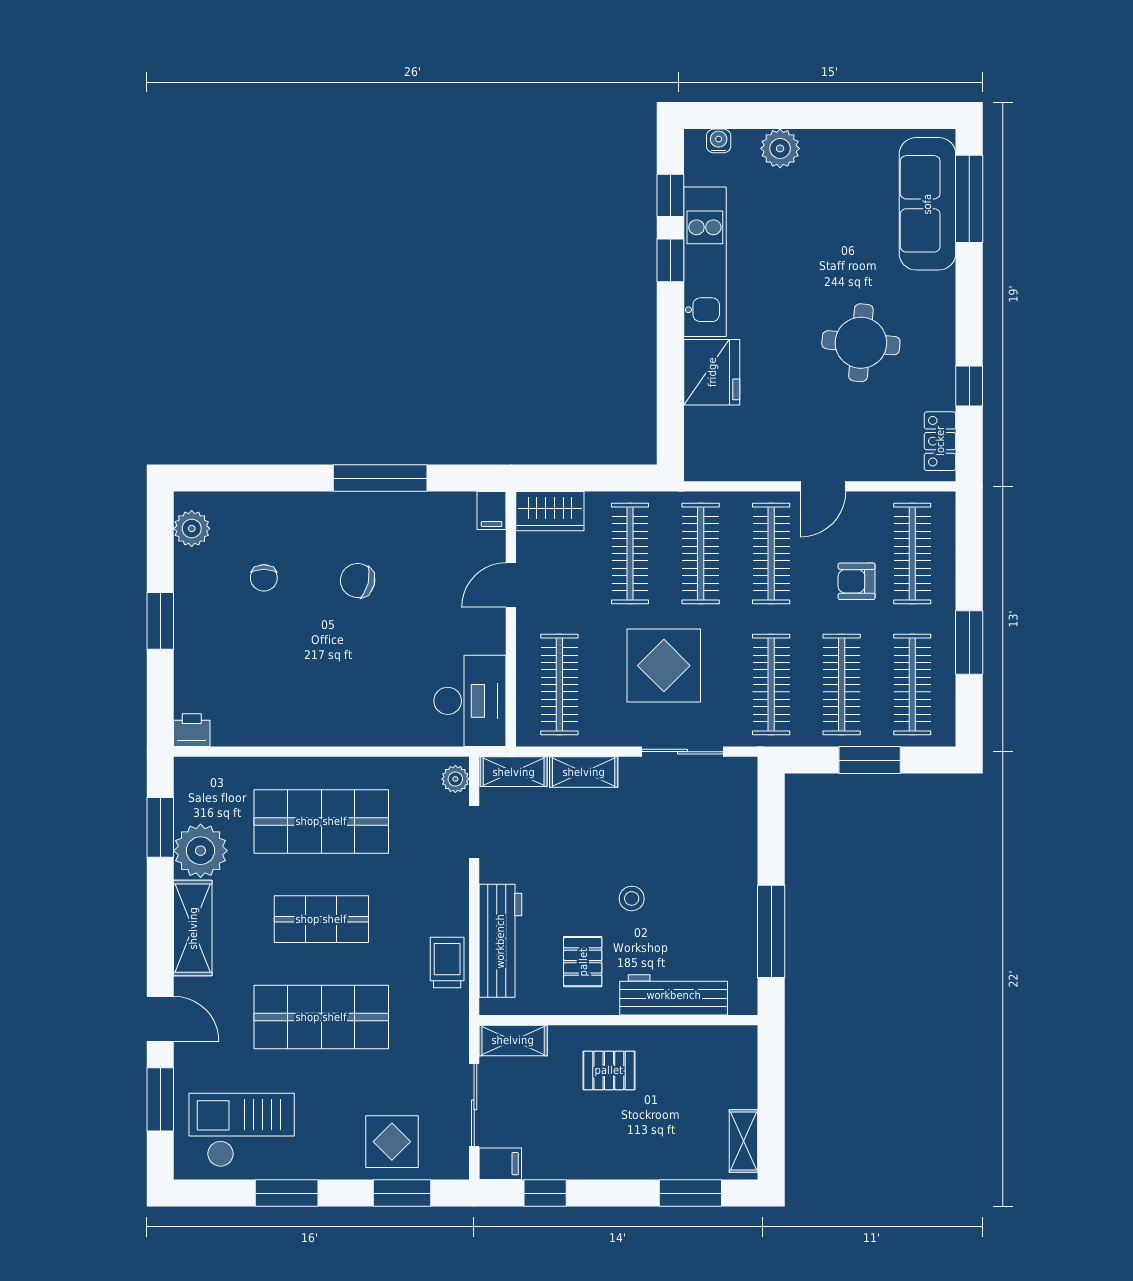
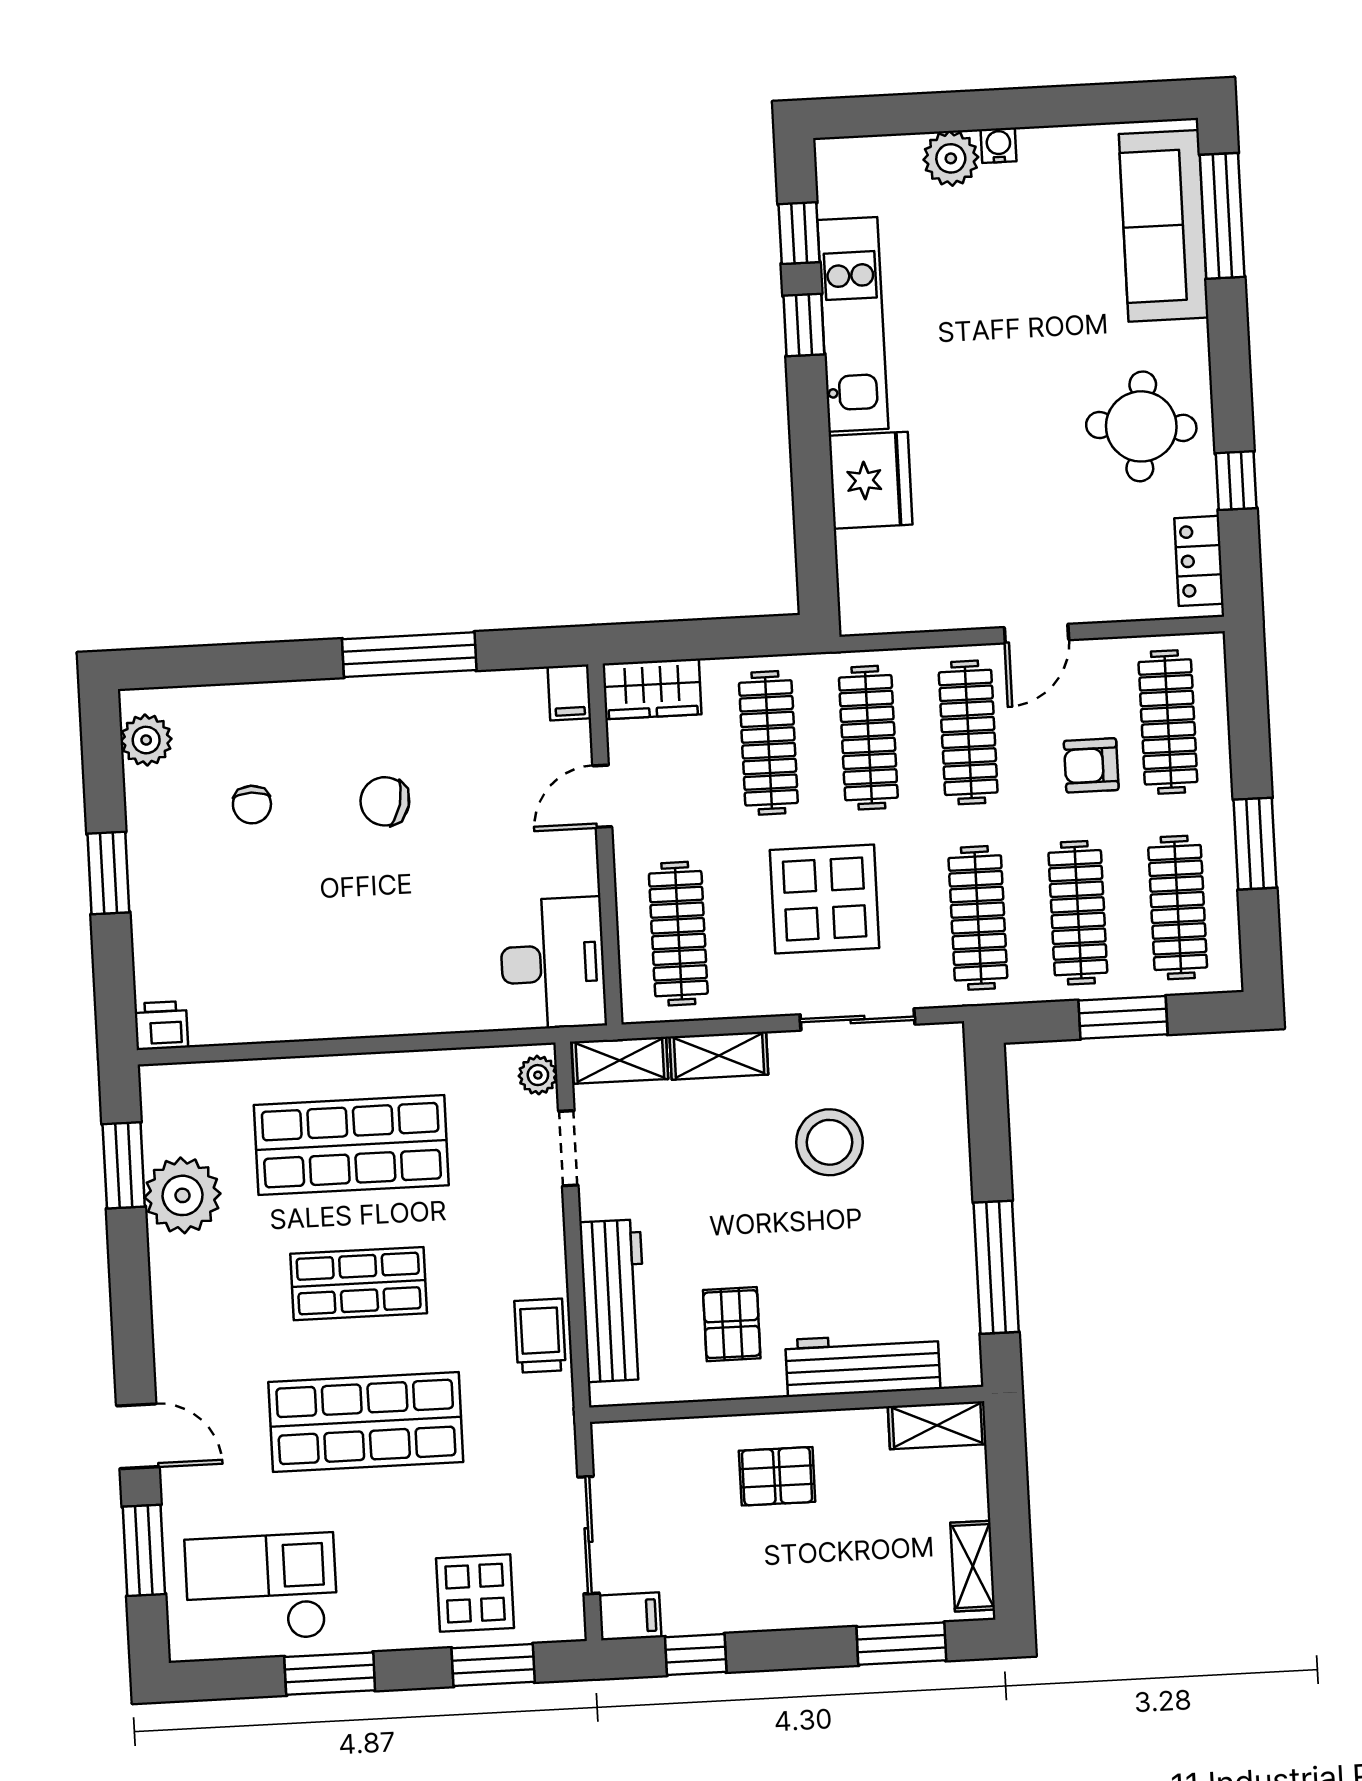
water cooler: (719, 141) -> (999, 145), moved
round table: (861, 343) -> (1141, 426), moved
stool: (632, 898) -> (830, 1142), moved, width x1.89, depth x1.89
shelving: (193, 928) -> (177, 1306), removed
shelving: (513, 1040) -> (937, 1425), moved

